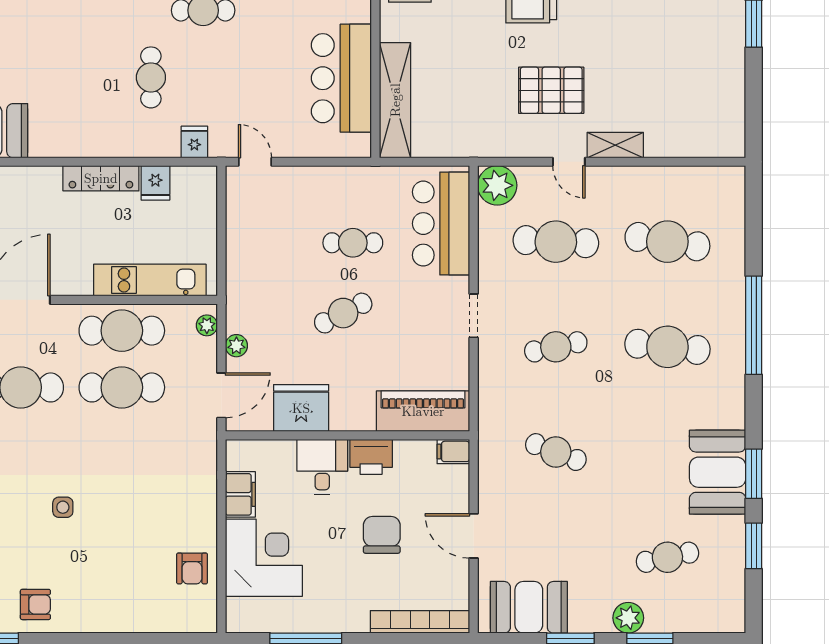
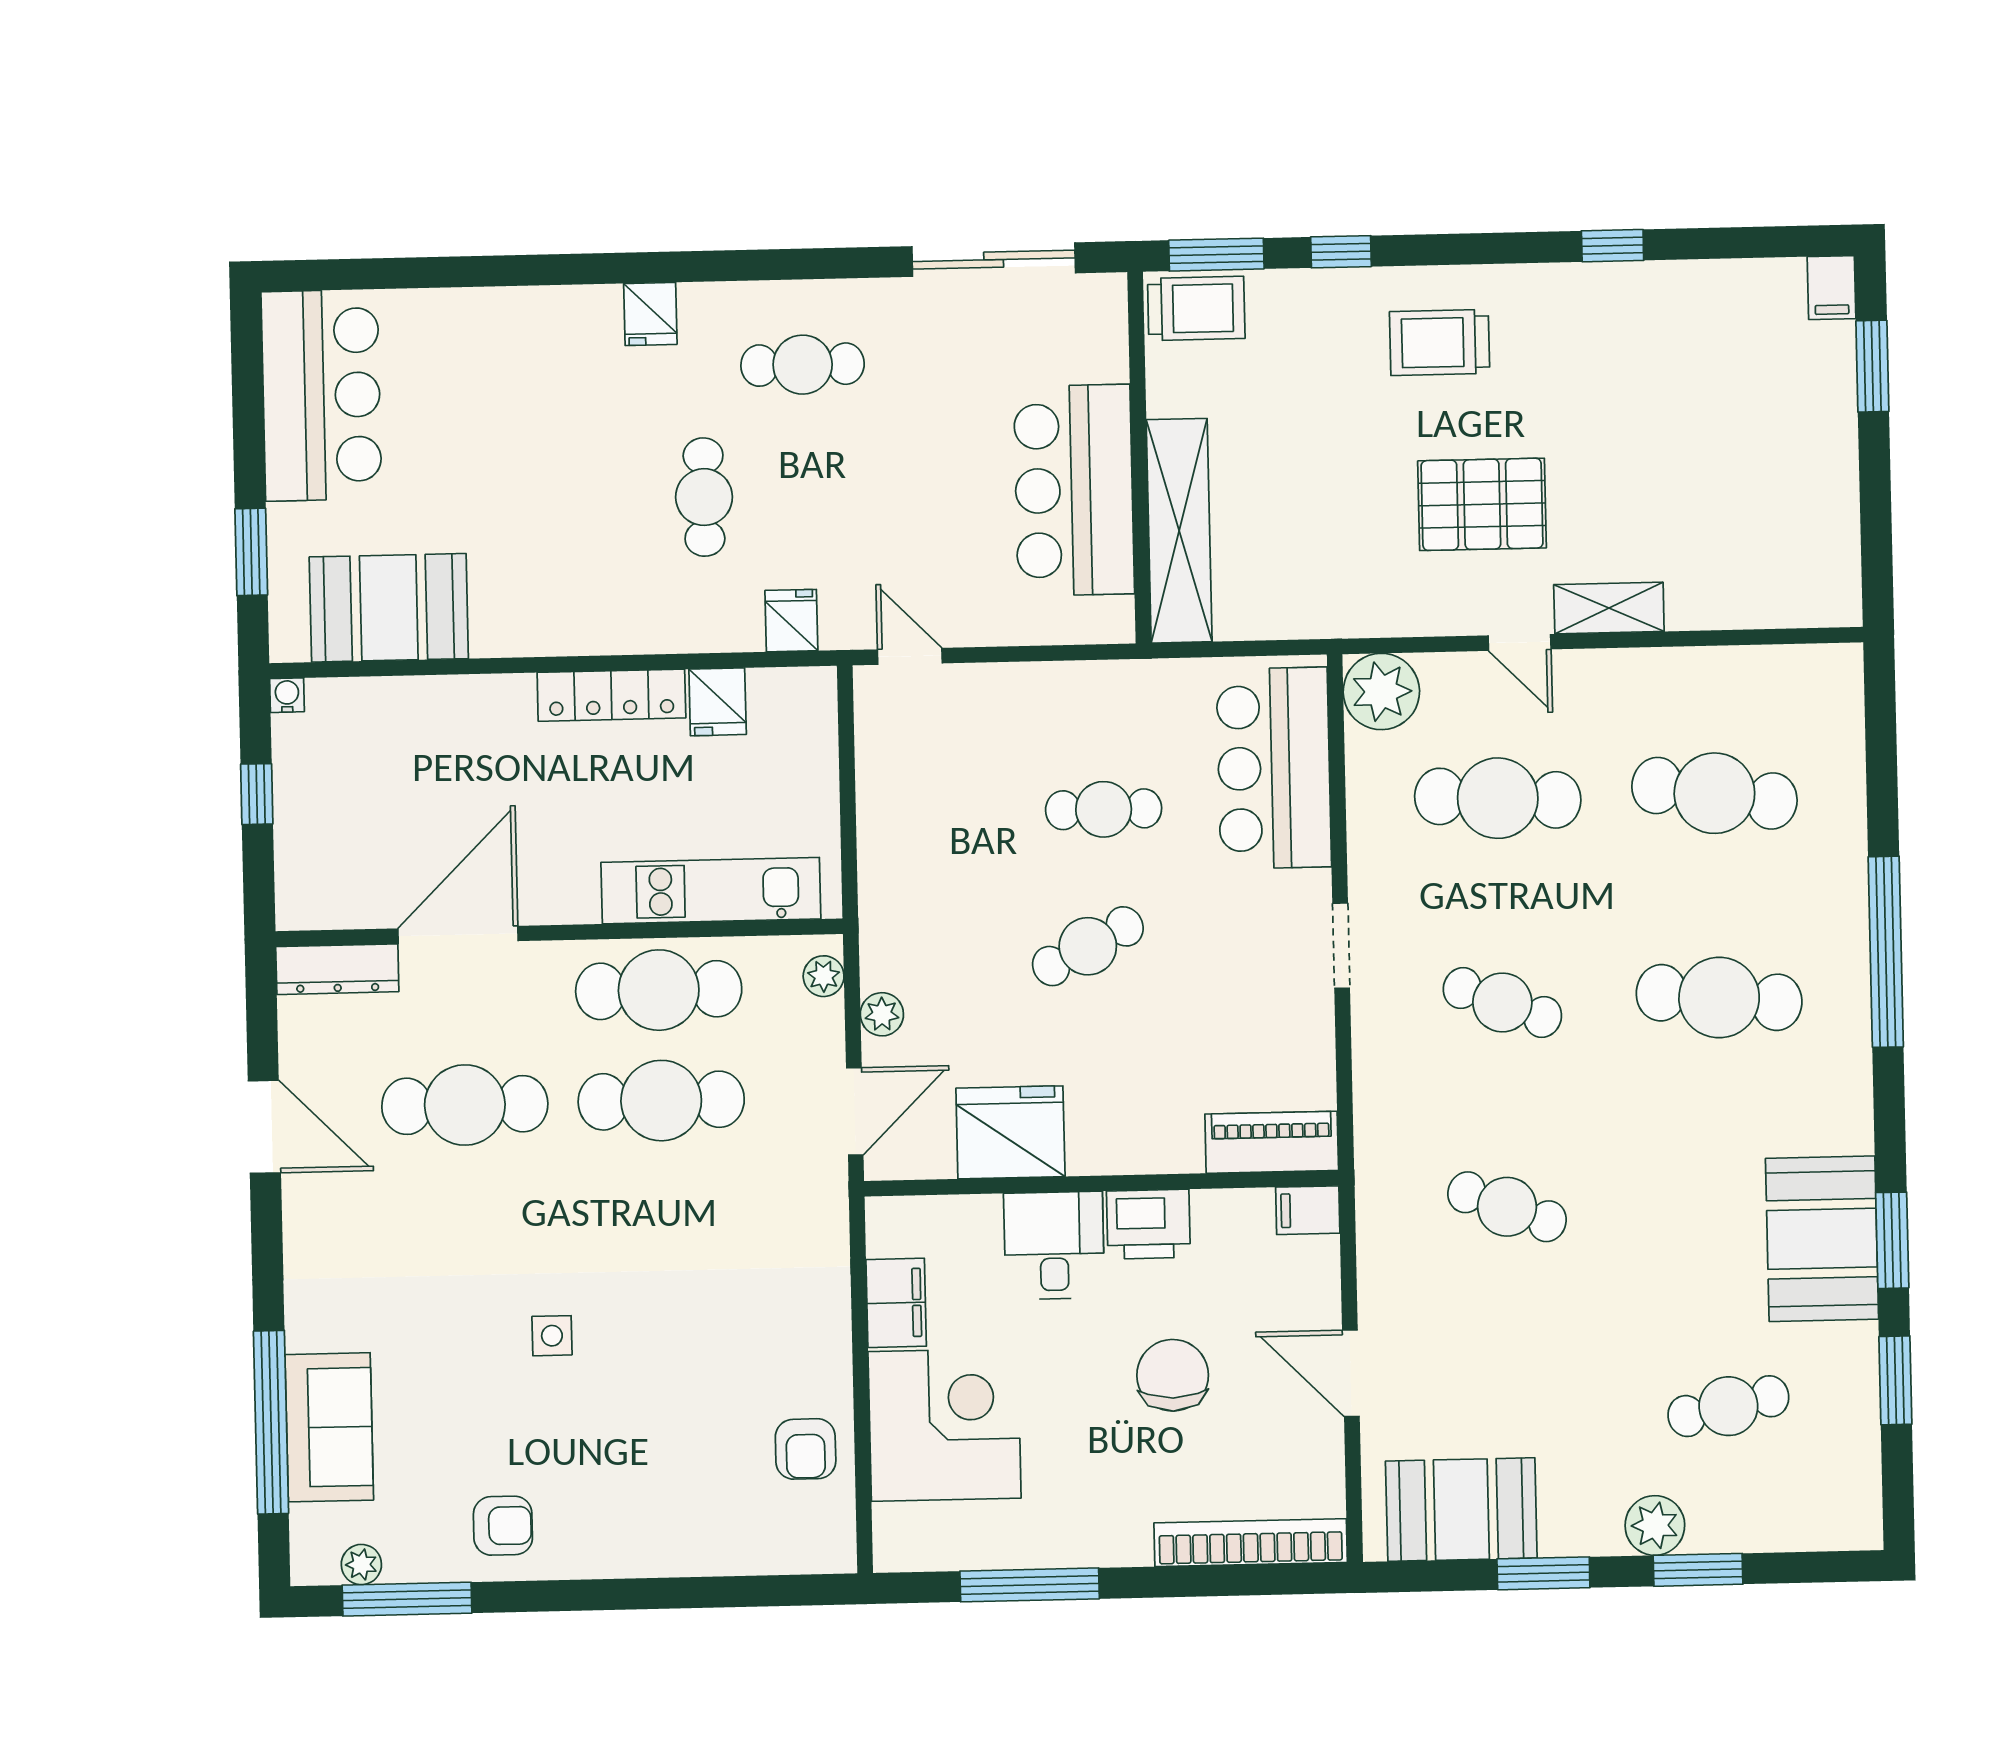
cafe table: (556, 347) -> (1502, 1002), turned 33
piano: (423, 411) -> (1272, 1142), width x0.73, depth x0.75

